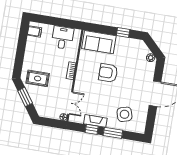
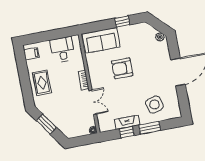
rug: (38, 78) -> (42, 83), moved, turned 90
double door: (70, 103) -> (93, 102), moved

